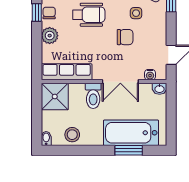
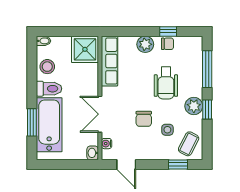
toilet: (93, 96) -> (49, 89), moved, turned 180

